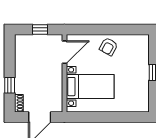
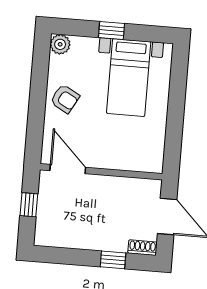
plant: (143, 41) -> (60, 44), added
bed with nightstands: (90, 87) -> (129, 78), moved, turned 180

